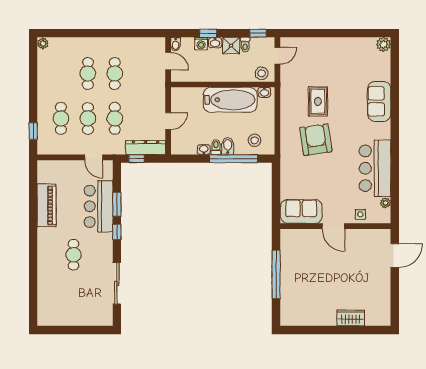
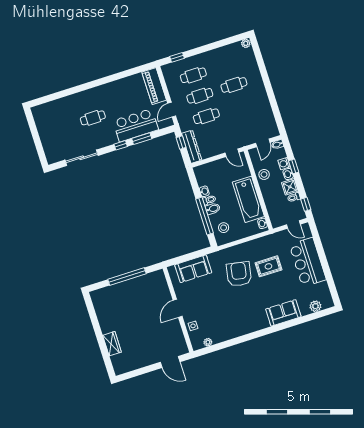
plant: (384, 44) -> (315, 306), moved
cafe table: (115, 73) -> (240, 105), removed
stool: (262, 73) -> (264, 174), moved
door: (168, 121) -> (232, 153), moved
armchair: (316, 140) -> (239, 274), turned -72
bar counter: (375, 168) -> (308, 262), moved, turned -90
piano: (47, 205) -> (154, 86), moved, turned 90
sofa: (301, 211) -> (193, 269), moved, turned 90

